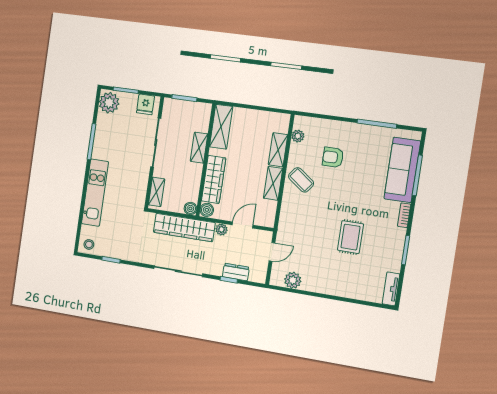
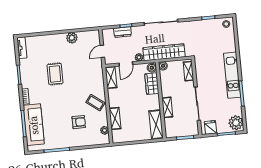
wardrobe: (214, 179) -> (152, 84), width x0.67
shelving: (273, 183) -> (111, 77), moved
kitchen unit: (95, 193) -> (232, 75), moved
plant: (293, 280) -> (72, 38), moved

